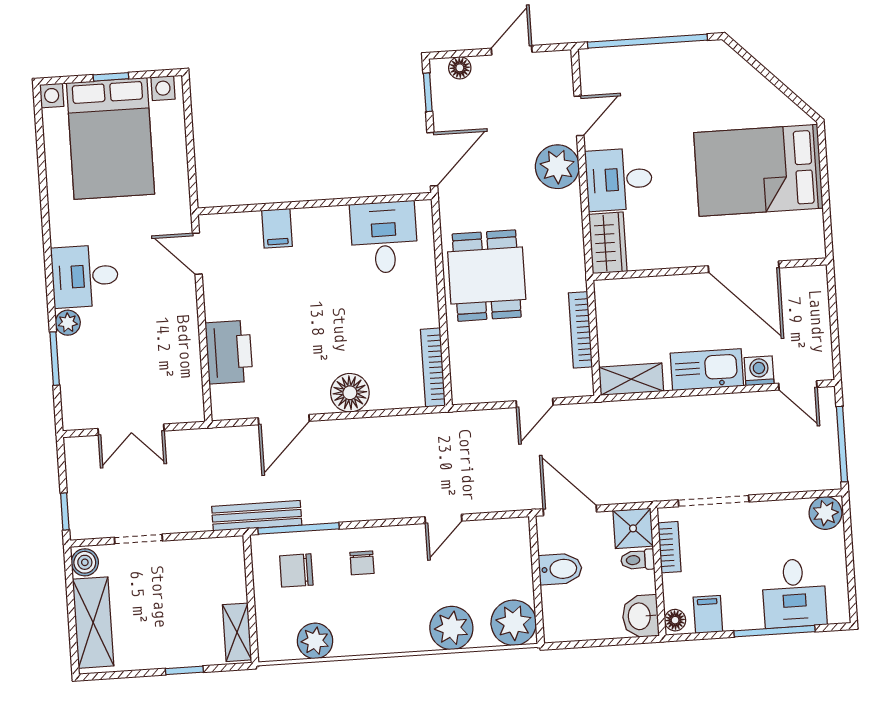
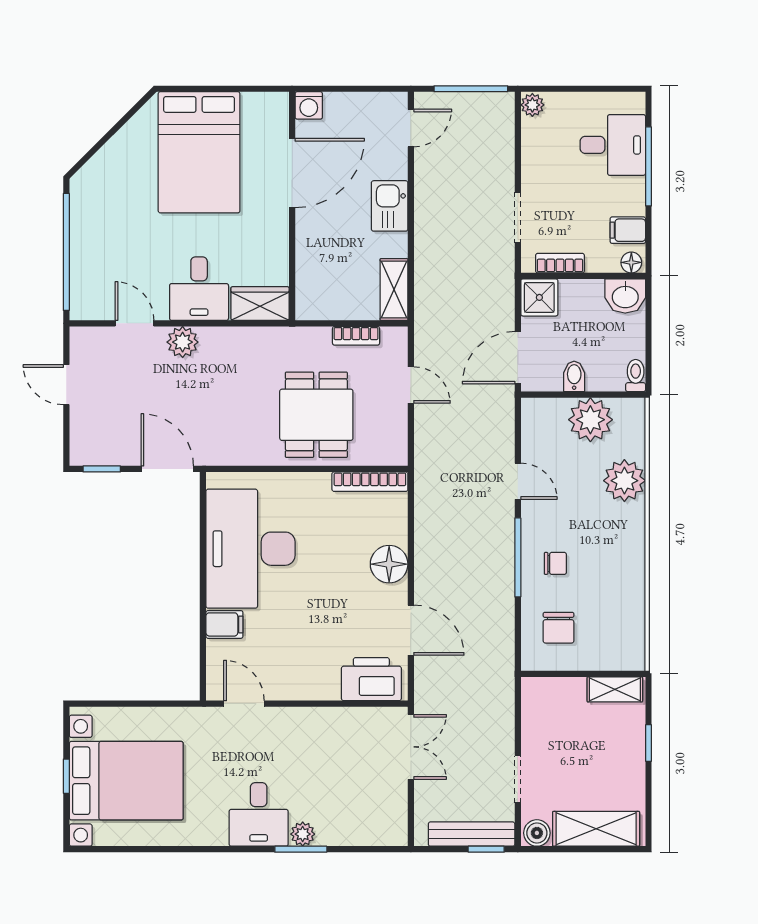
floor lamp: (460, 68) -> (80, 436), removed
plant: (557, 167) -> (183, 342), width x0.73, depth x0.73
desk: (384, 237) -> (250, 549), width x1.87, depth x1.30
door: (197, 254) -> (244, 704), swing flipped
dining table: (487, 276) -> (316, 415), moved, turned 90
bookcase: (580, 330) -> (356, 336), width x0.64
printer: (229, 352) -> (371, 679), moved
window: (55, 359) -> (301, 849), moved
kitchen sink: (707, 370) -> (390, 206), width x0.73
washing machine: (759, 371) -> (309, 105), moved, turned -90
double door: (131, 430) -> (411, 747), moved
doorway: (714, 501) -> (518, 217), width x0.73
plant: (825, 513) -> (532, 105), width x0.73, depth x0.73
bench: (257, 516) -> (472, 834), moved, turned 90
window: (299, 528) -> (518, 557), moved
toilet: (638, 560) -> (636, 376), moved, turned 180
bidet: (560, 569) -> (574, 376), width x0.72, depth x0.74
plant: (514, 623) -> (590, 420), moved
plant: (315, 641) -> (628, 614), removed

